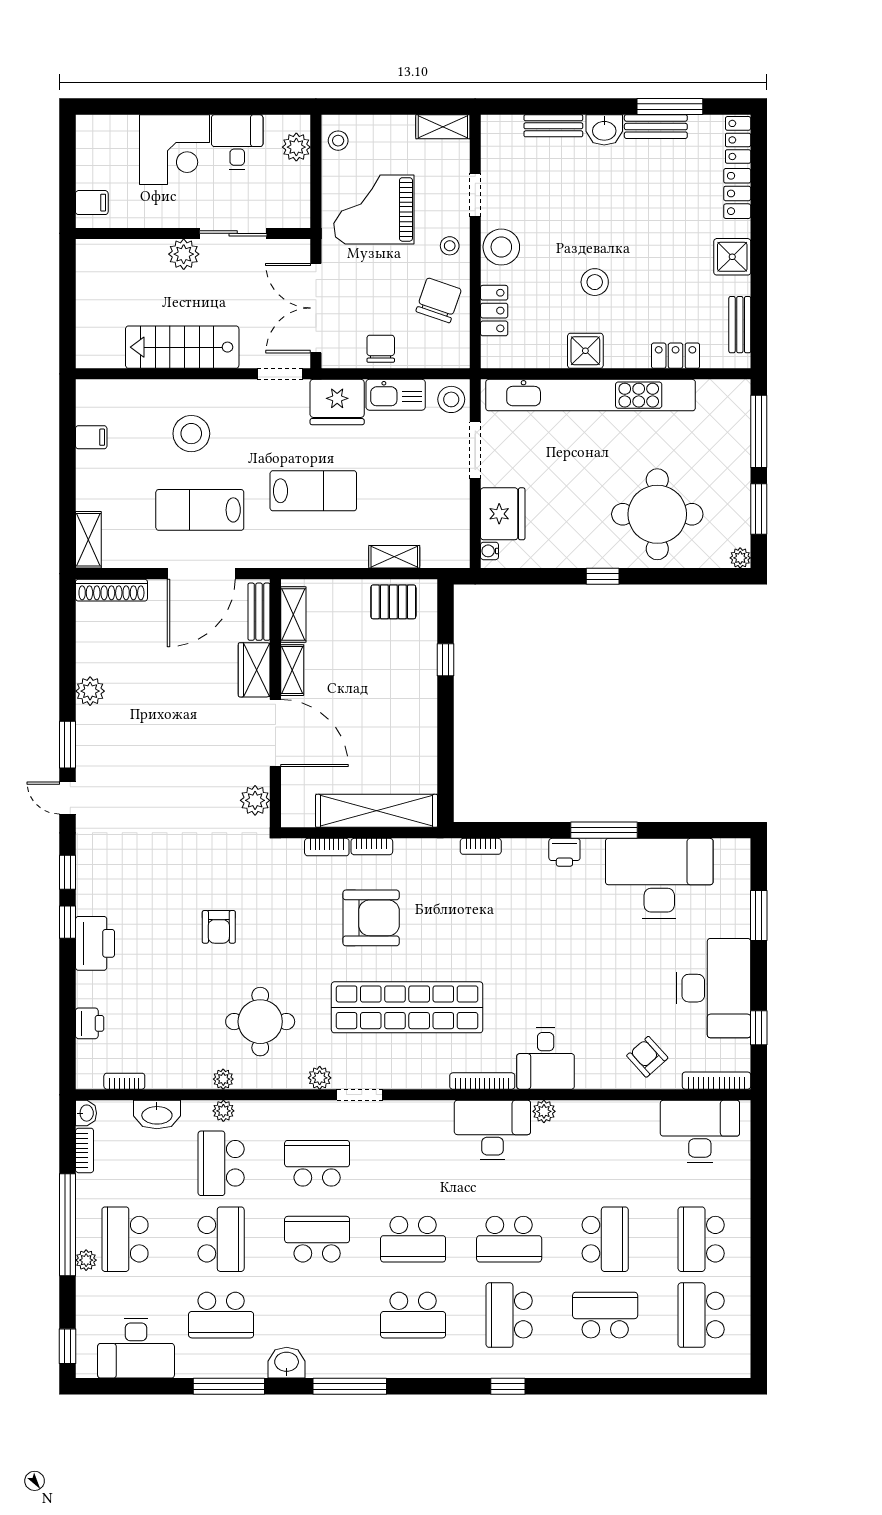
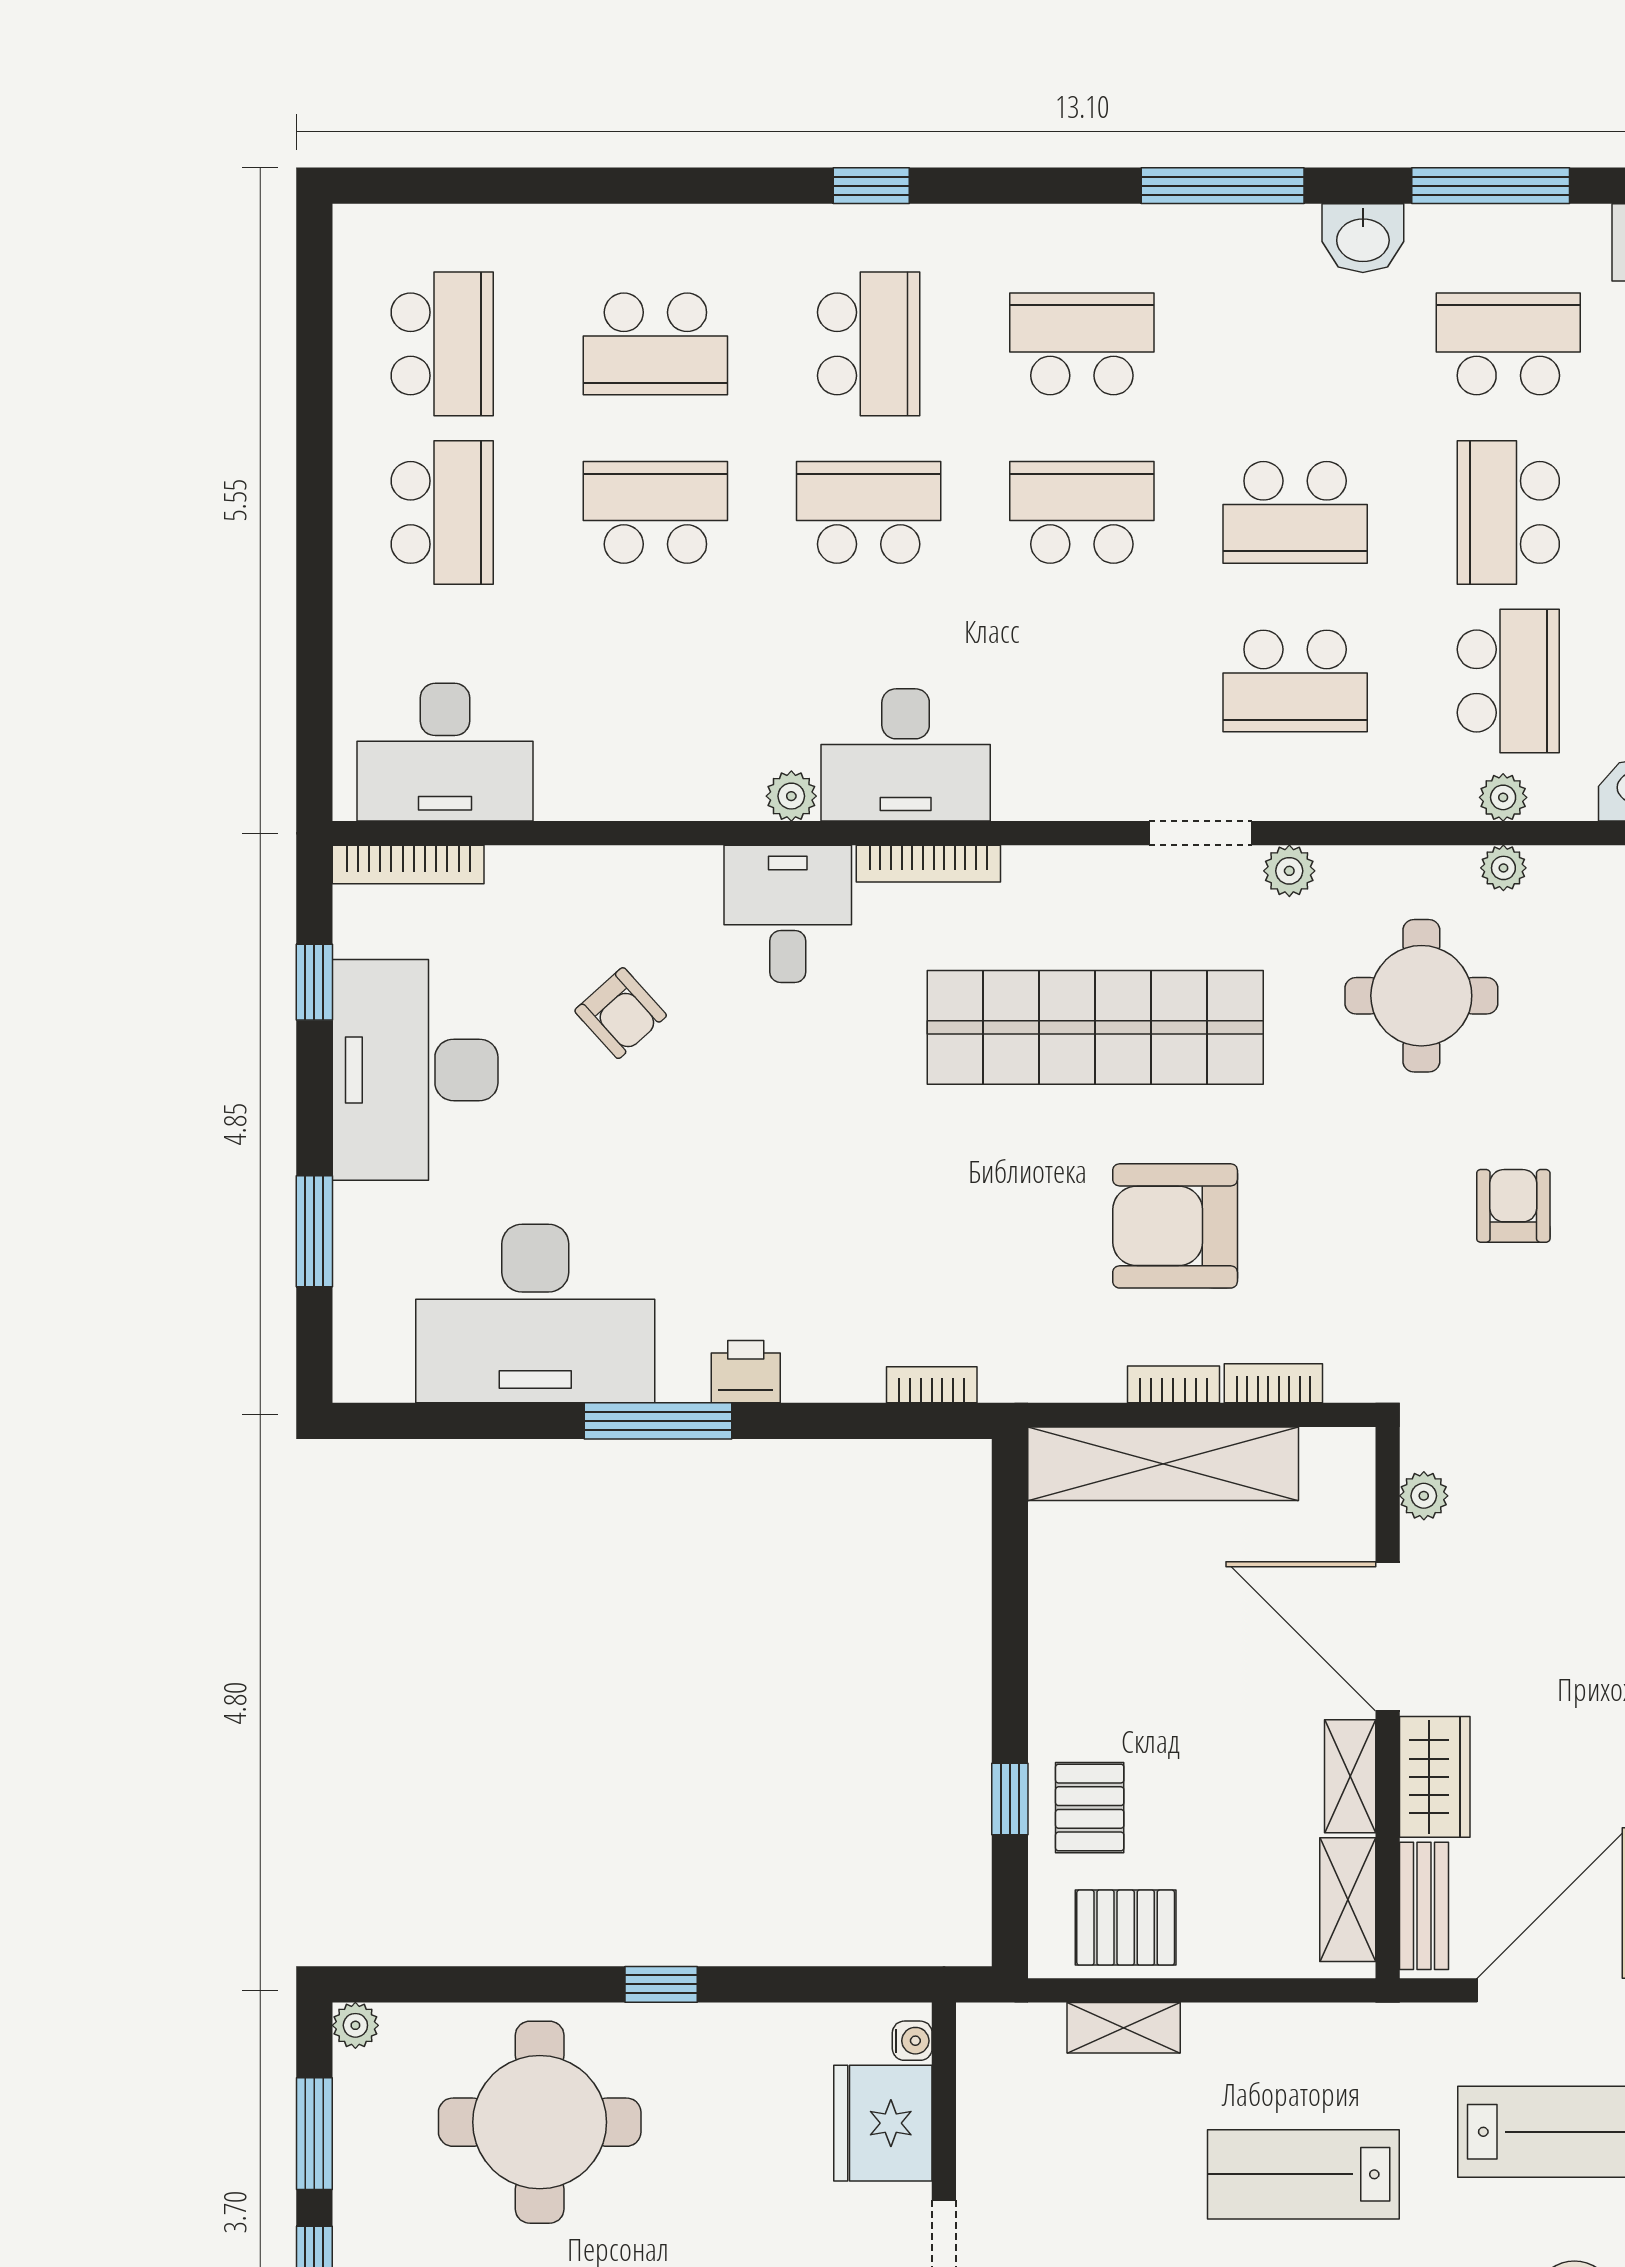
pallet: (410, 656) -> (1090, 1808), added
plant: (255, 800) -> (1424, 1496), width x0.73, depth x0.73
armchair: (647, 1057) -> (621, 1013), moved
school desk: (605, 1239) -> (655, 512), turned 90

